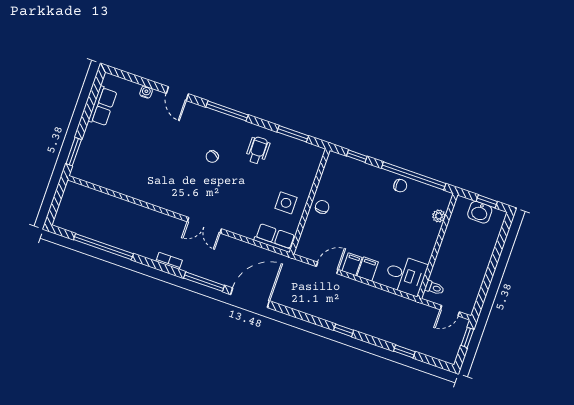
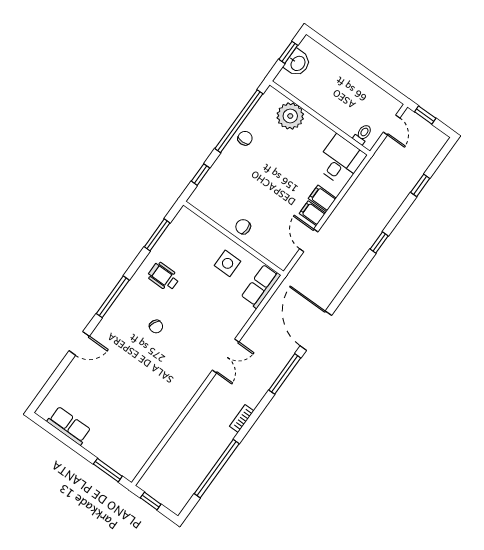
water cooler: (146, 92) -> (68, 376), removed
window: (58, 197) -> (151, 501), added
plant: (439, 216) -> (290, 116), width x1.88, depth x1.88
bookcase: (169, 261) -> (242, 418), moved

